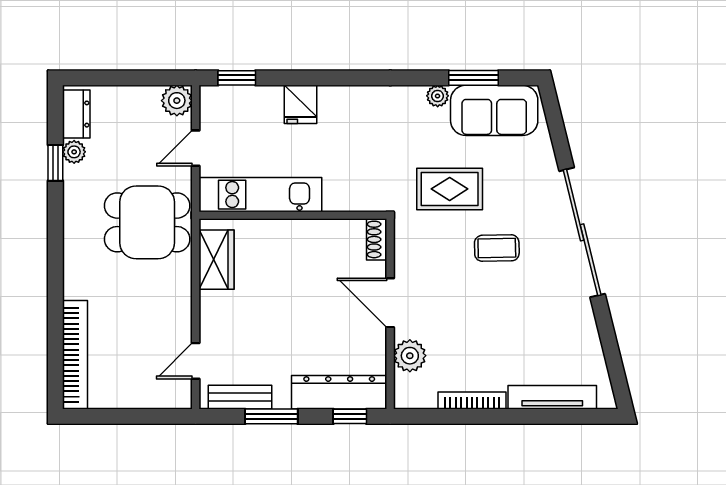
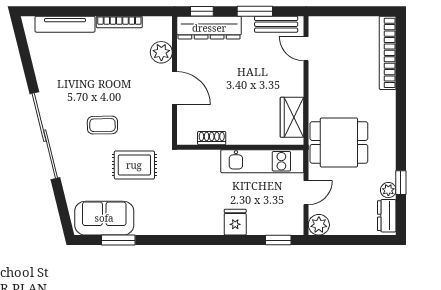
plant: (438, 96) -> (143, 228), removed
shoe rack: (377, 239) -> (212, 138), moved, turned -90
door: (196, 361) -> (306, 49), swing flipped

